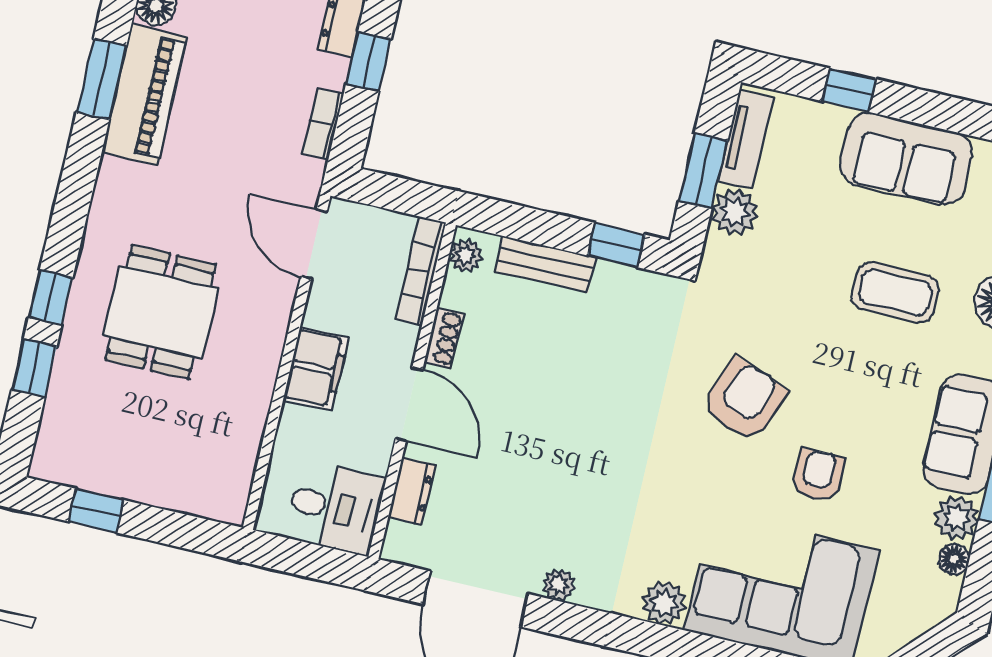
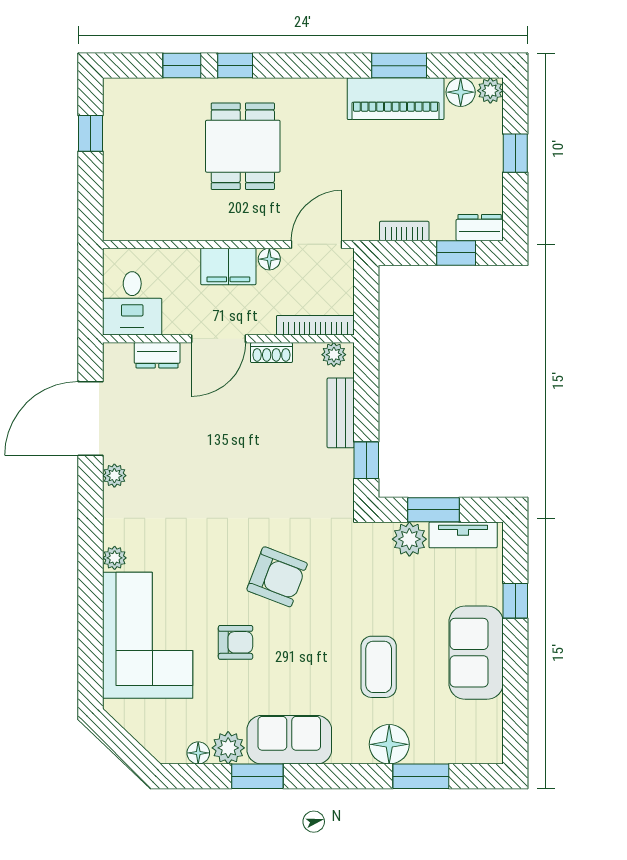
dining table: (160, 312) -> (243, 146), turned 90
floor lamp: (319, 312) -> (269, 259), added
plant: (664, 603) -> (115, 558), width x0.73, depth x0.73

